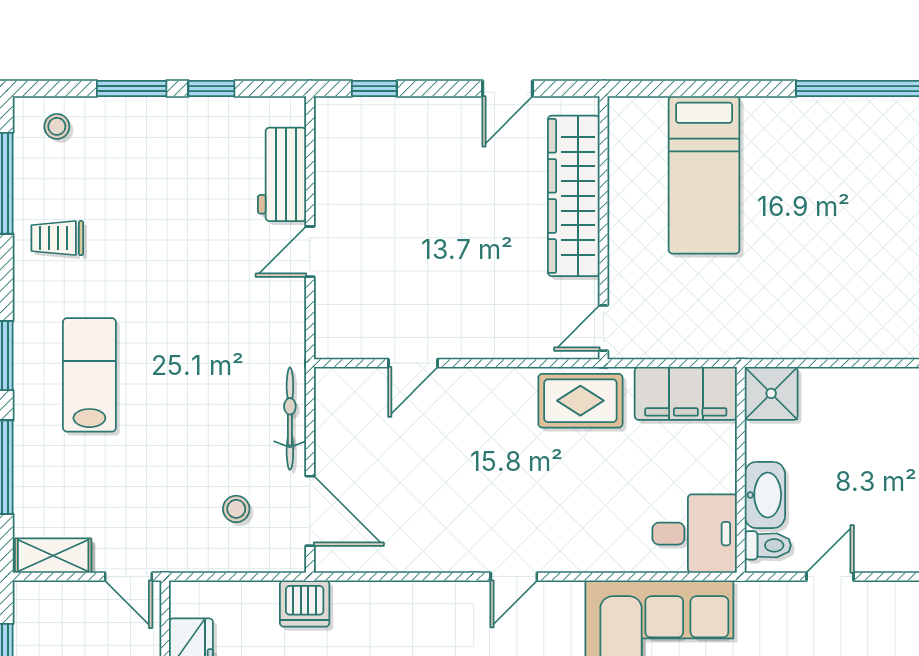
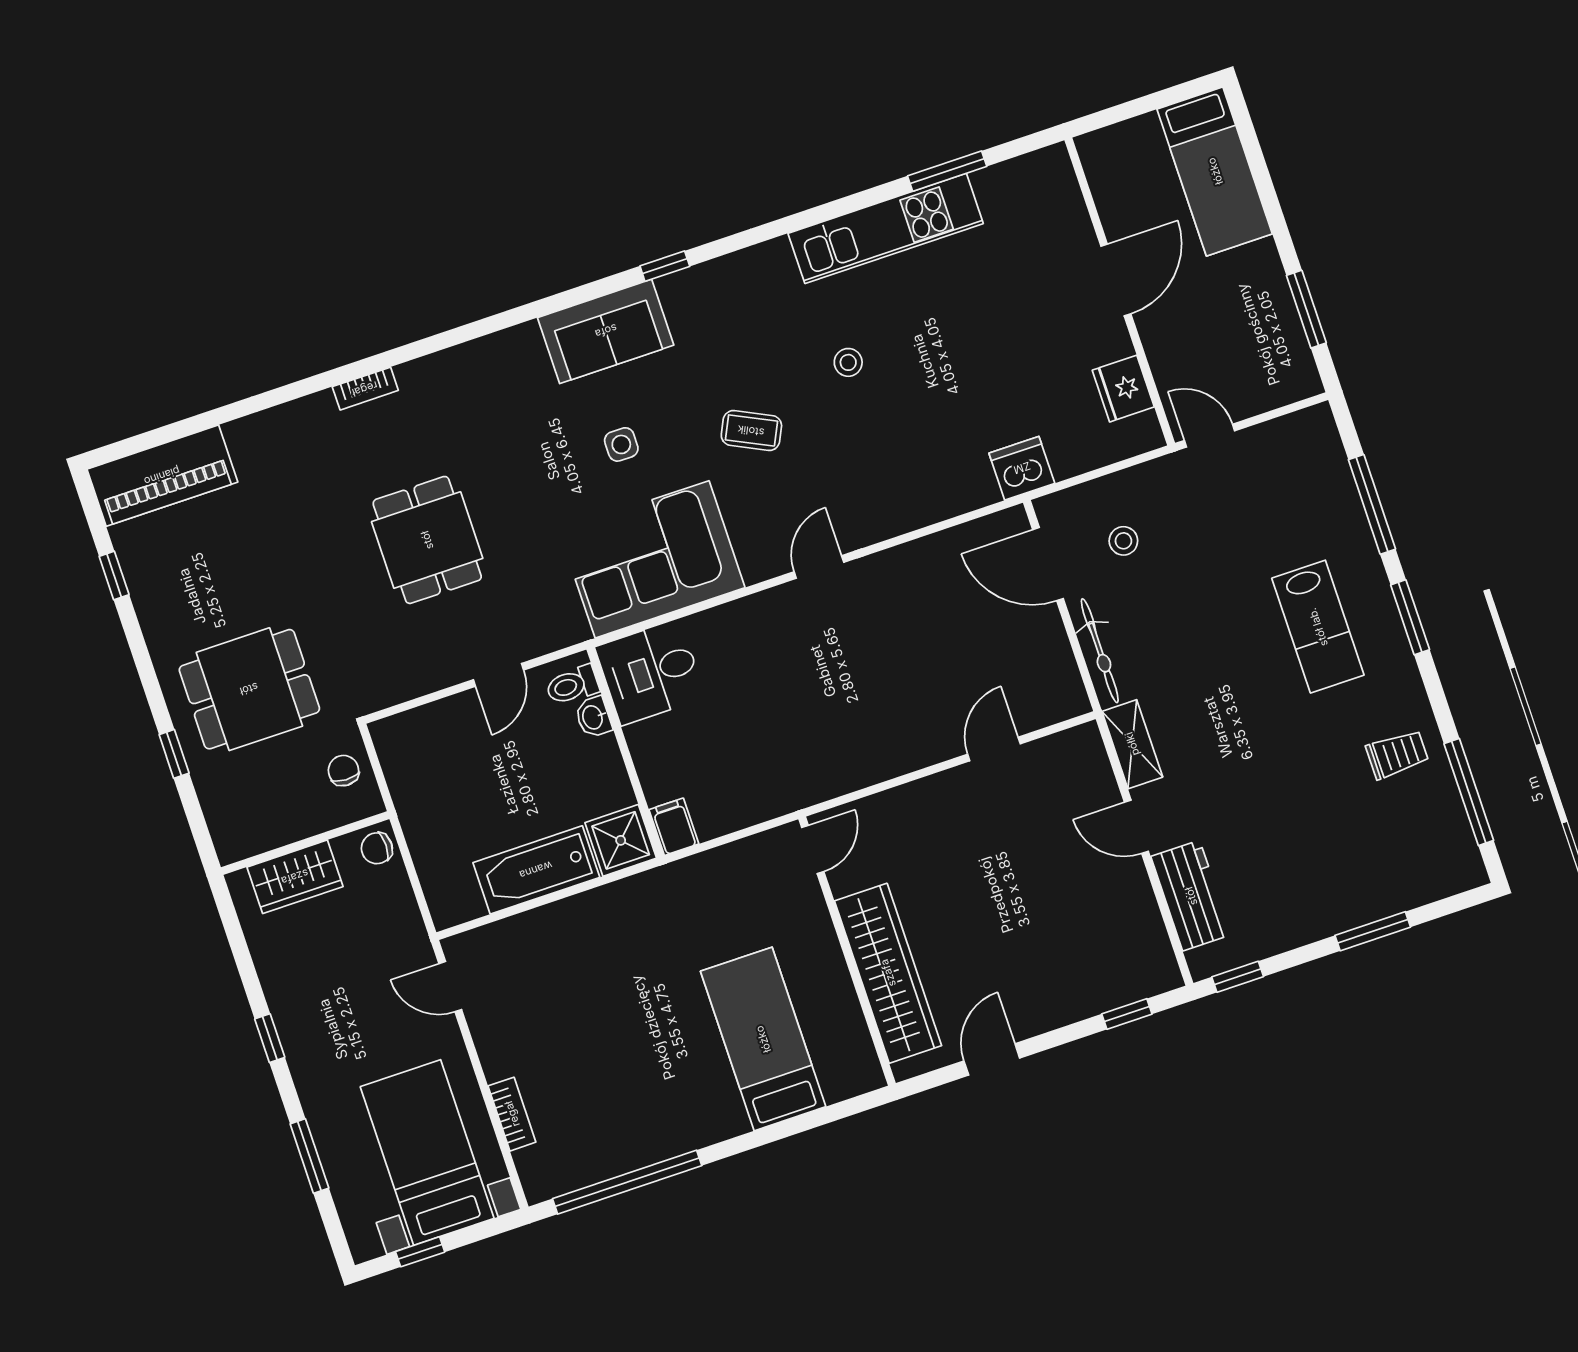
window: (211, 89) -> (1238, 977), moved
stool: (57, 126) -> (1436, 867), removed
door: (310, 252) -> (1136, 827), swing flipped
bathtub: (855, 392) -> (536, 870), added
filing cabinet: (686, 393) -> (674, 827), width x0.33, depth x0.86
rug: (580, 401) -> (811, 768), removed
washbasin: (765, 495) -> (593, 717), width x0.52, depth x0.69
shelving: (53, 556) -> (1132, 744), moved, turned 90

